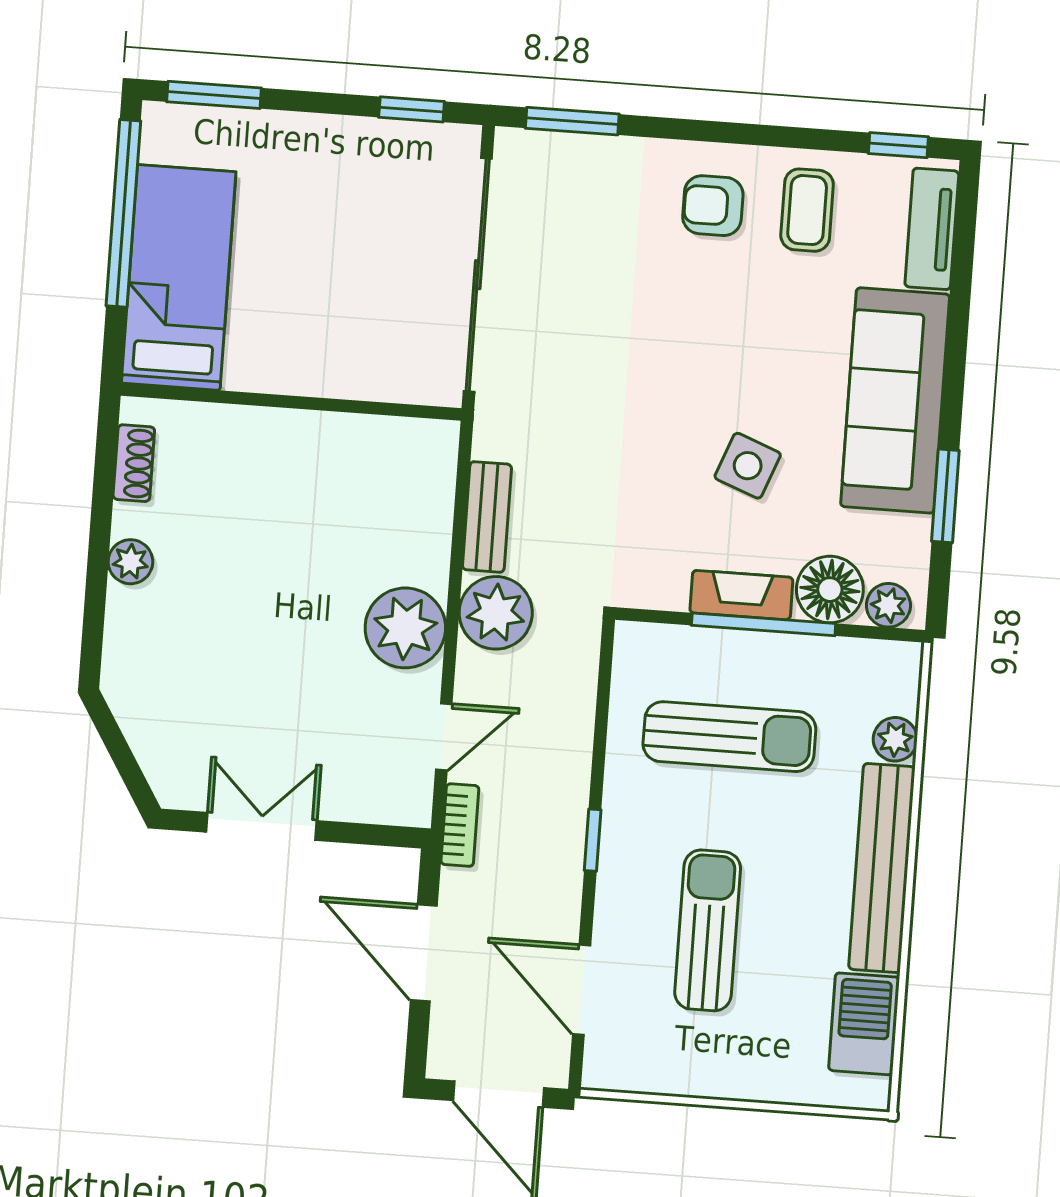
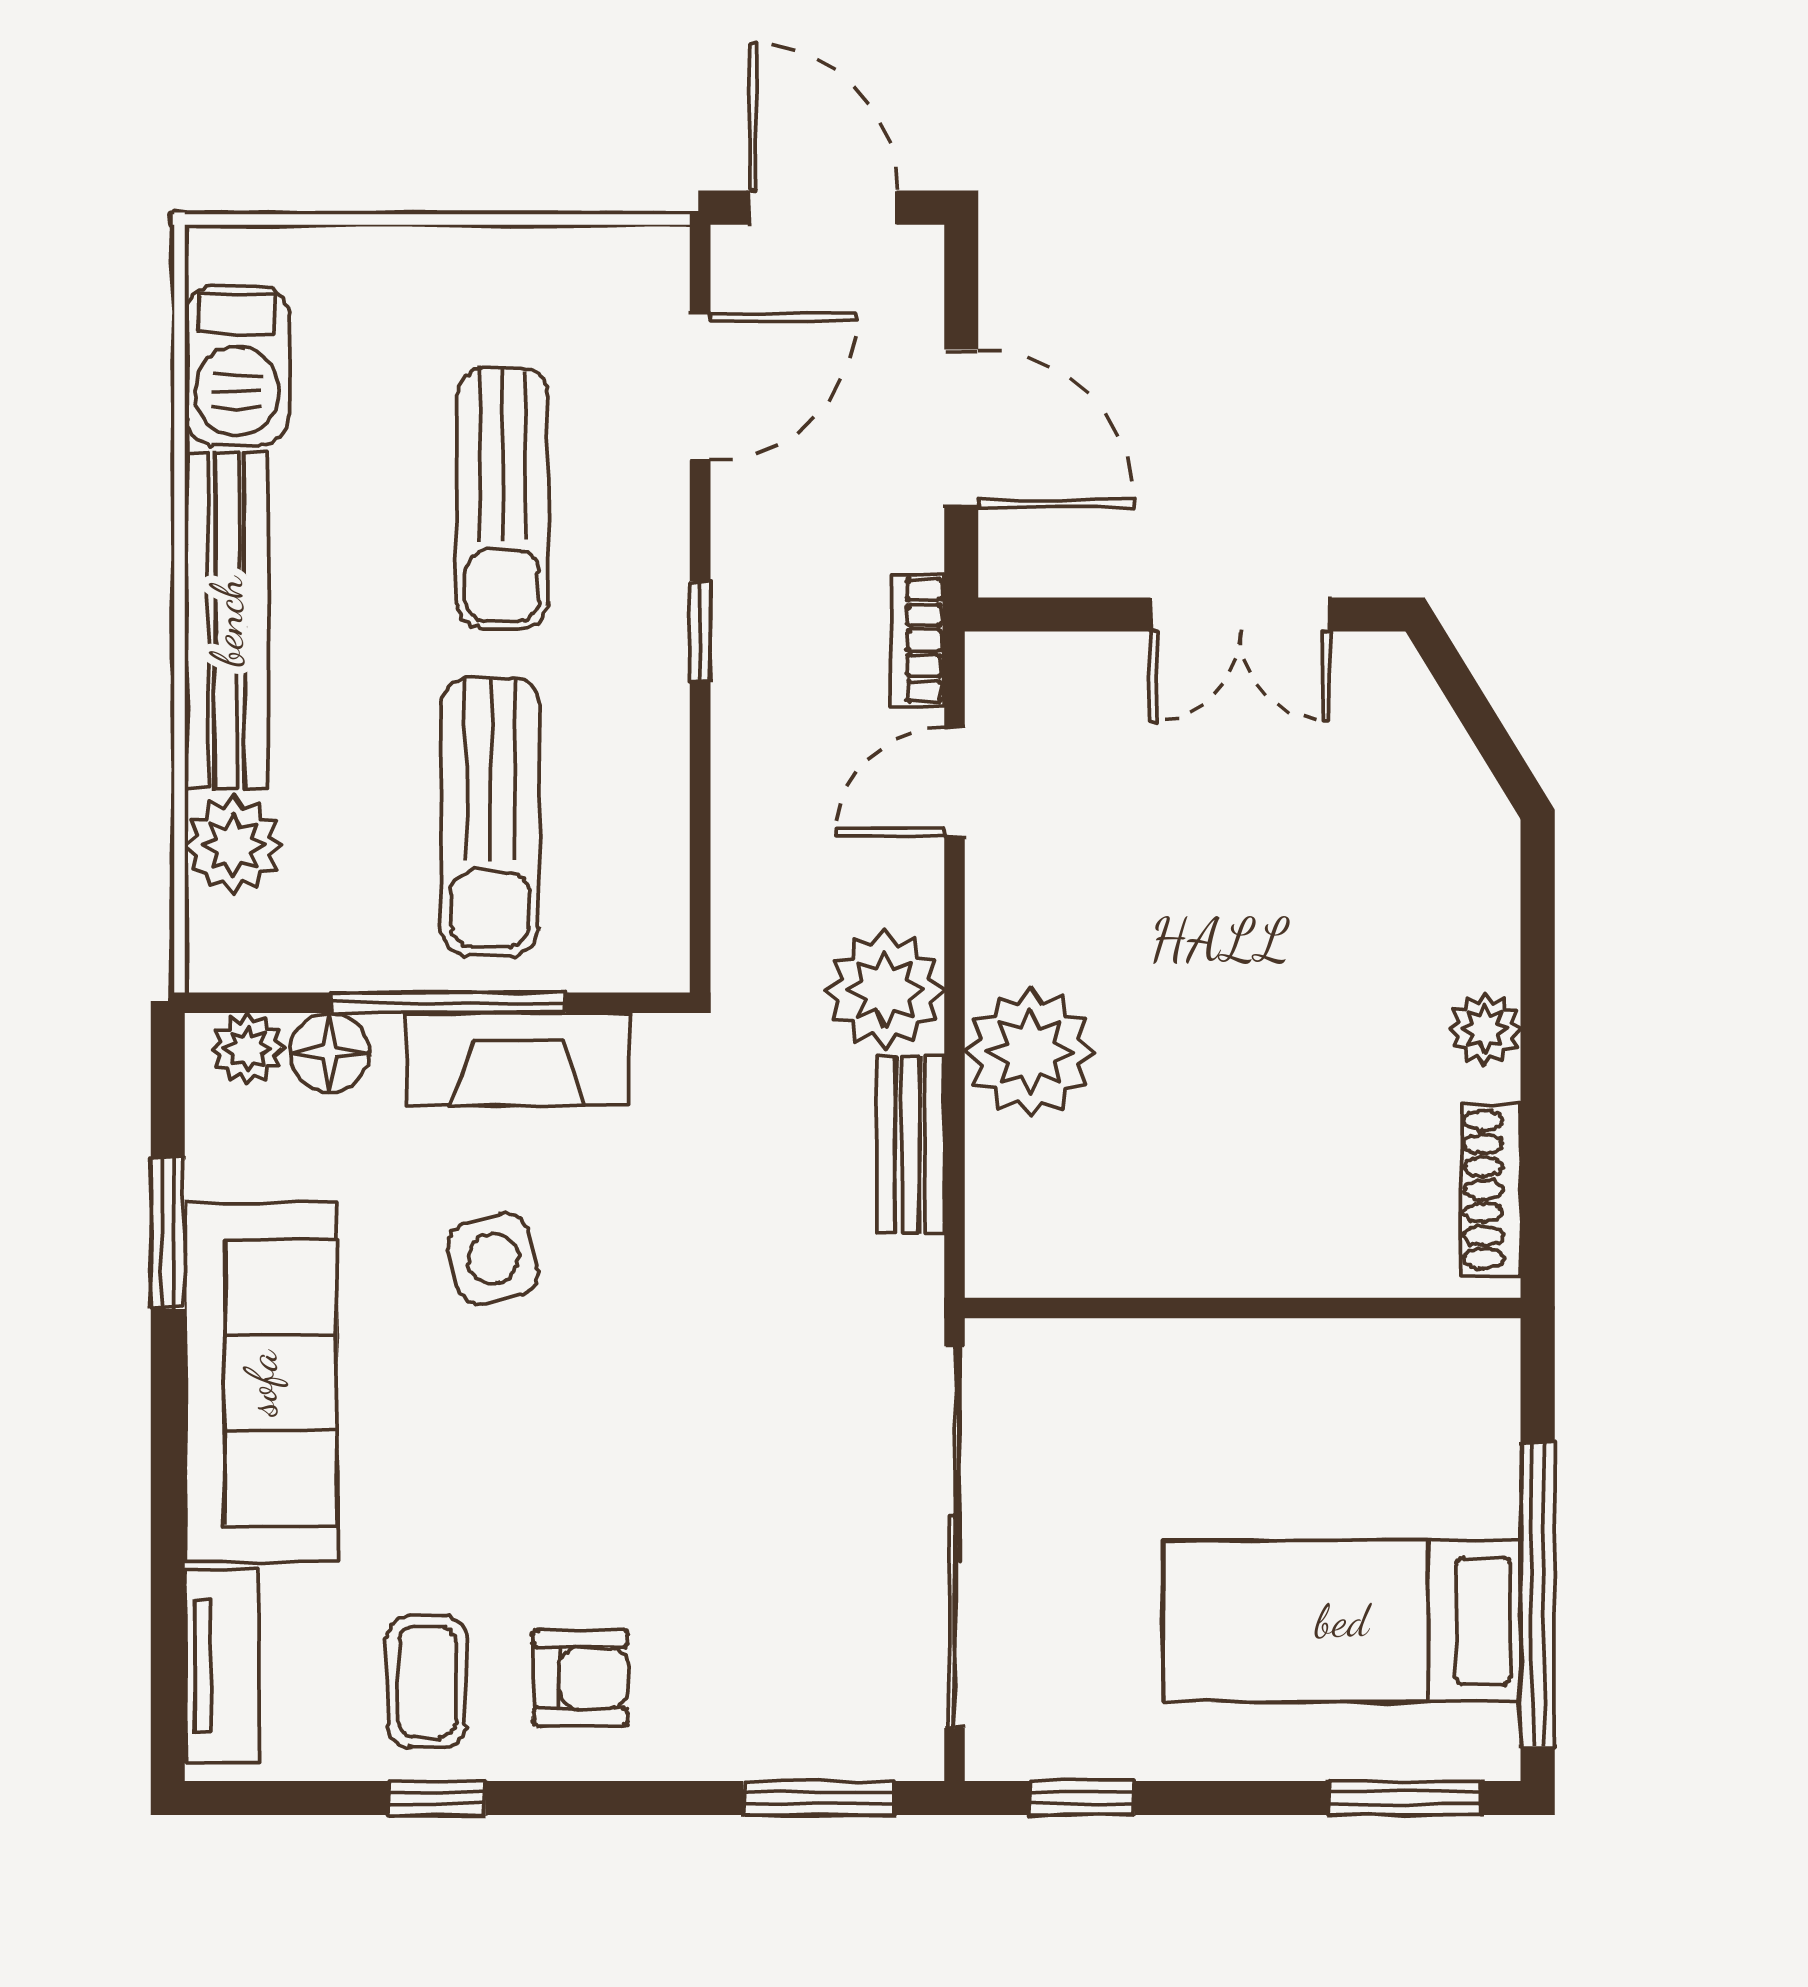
window: (898, 145) -> (437, 1798), moved
bed: (179, 277) -> (1342, 1621), moved, turned 90
shoe rack: (134, 463) -> (1491, 1190), width x1.43
side table: (748, 466) -> (493, 1259), turned -36
floor lamp: (830, 590) -> (330, 1053), width x0.73, depth x0.73
fireplace: (741, 595) -> (518, 1059), width x1.37, depth x1.32
plant: (405, 628) -> (1030, 1052), moved
sun lounger: (729, 737) -> (490, 816), turned -90
plant: (895, 739) -> (234, 845), width x1.38, depth x1.38
door: (582, 990) -> (700, 387), hinge flipped

